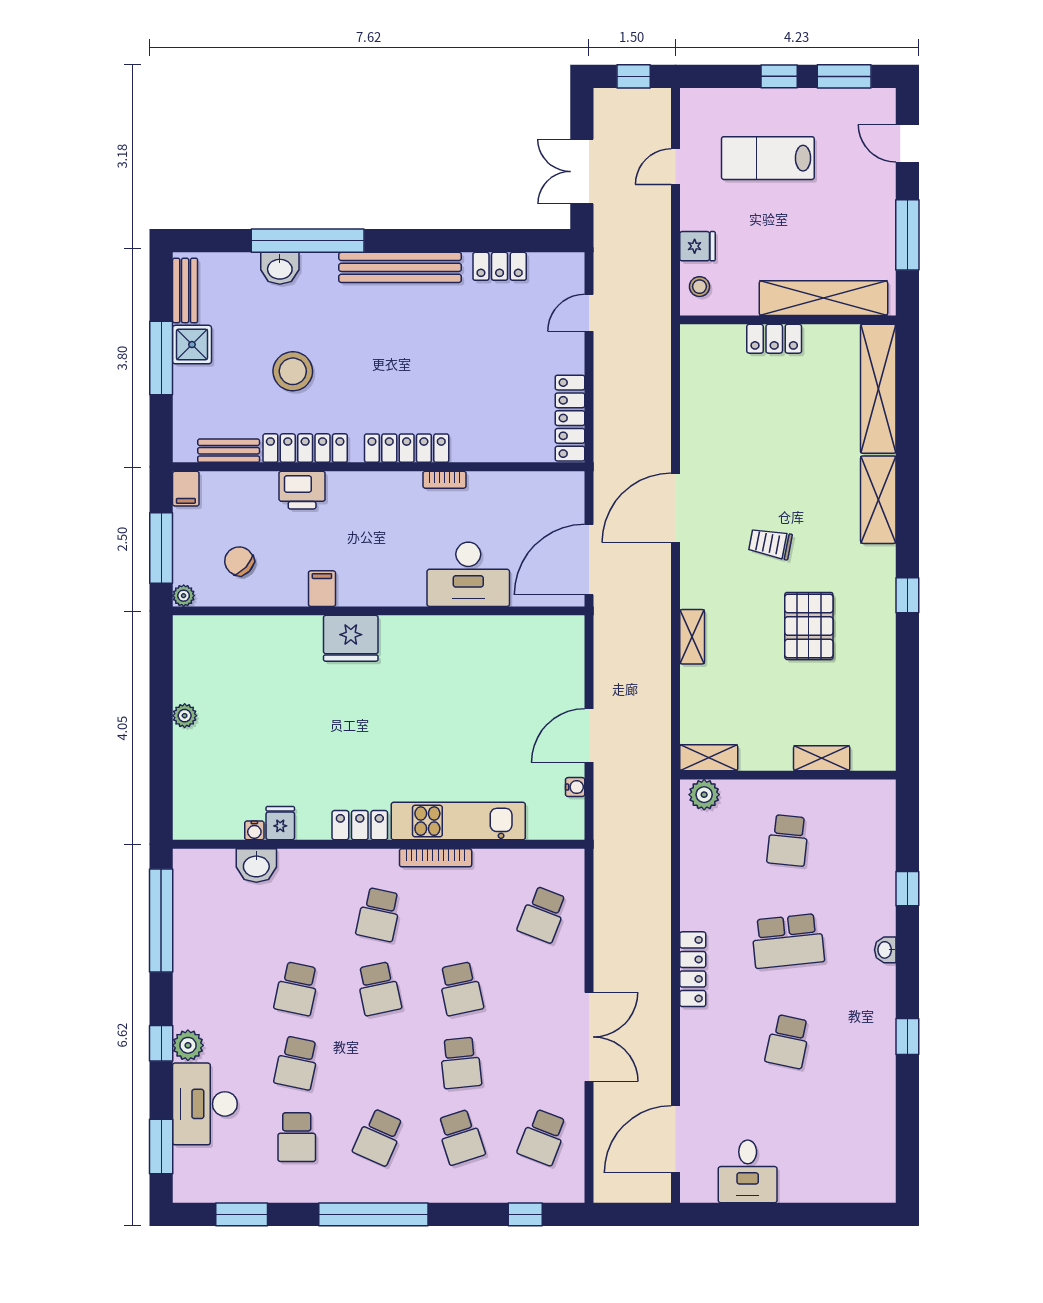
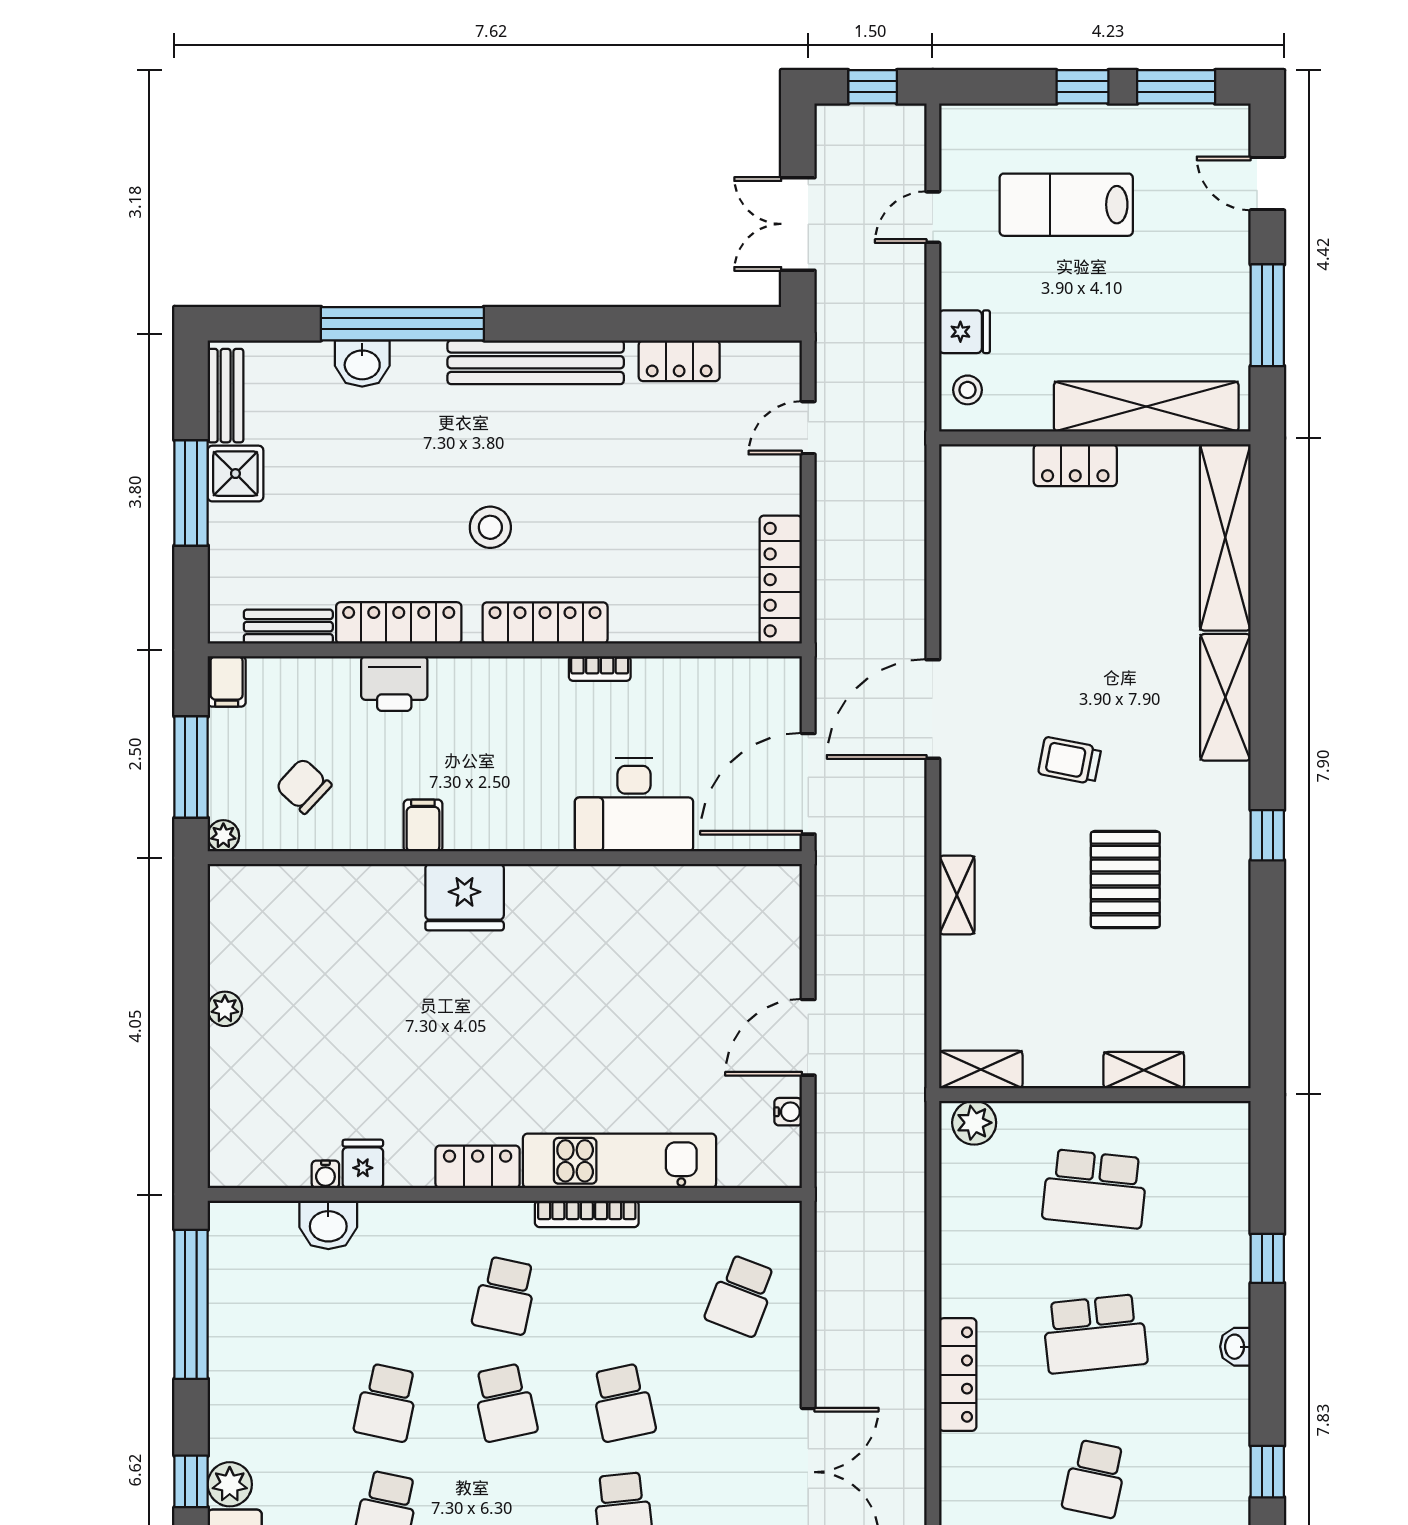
stool: (293, 371) -> (490, 527), moved, width x0.73, depth x0.73
school desk: (788, 840) -> (1095, 1189), width x1.85

